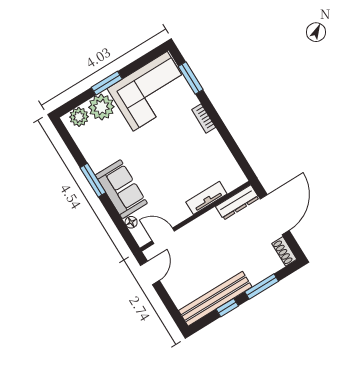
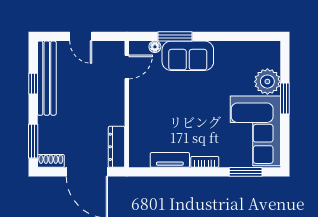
plant: (79, 117) -> (271, 58), removed
window: (93, 180) -> (175, 36), moved
tv unit: (206, 198) -> (170, 160), moved, turned -90
door: (150, 273) -> (81, 36), moved
window: (262, 286) -> (33, 141), moved

